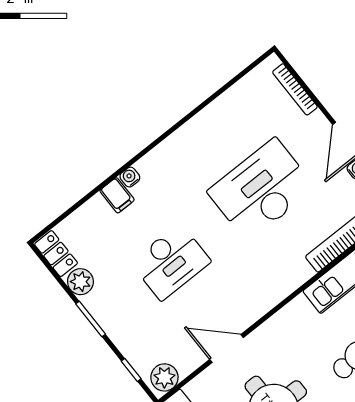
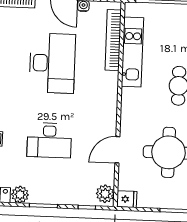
desk: (261, 190) -> (52, 63), turned 180
desk: (171, 262) -> (49, 140), turned 90

